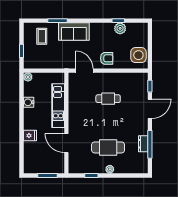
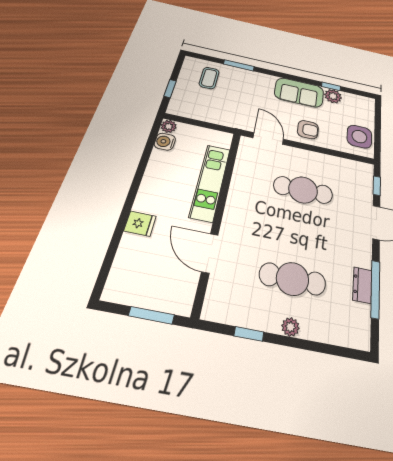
sofa: (74, 32) -> (299, 92), moved
cafe table: (108, 99) -> (303, 190), width x1.37, depth x1.35
water cooler: (29, 102) -> (165, 142), moved

